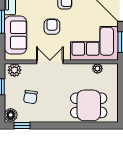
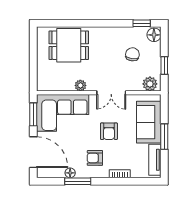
plant: (97, 69) -> (80, 85), moved

